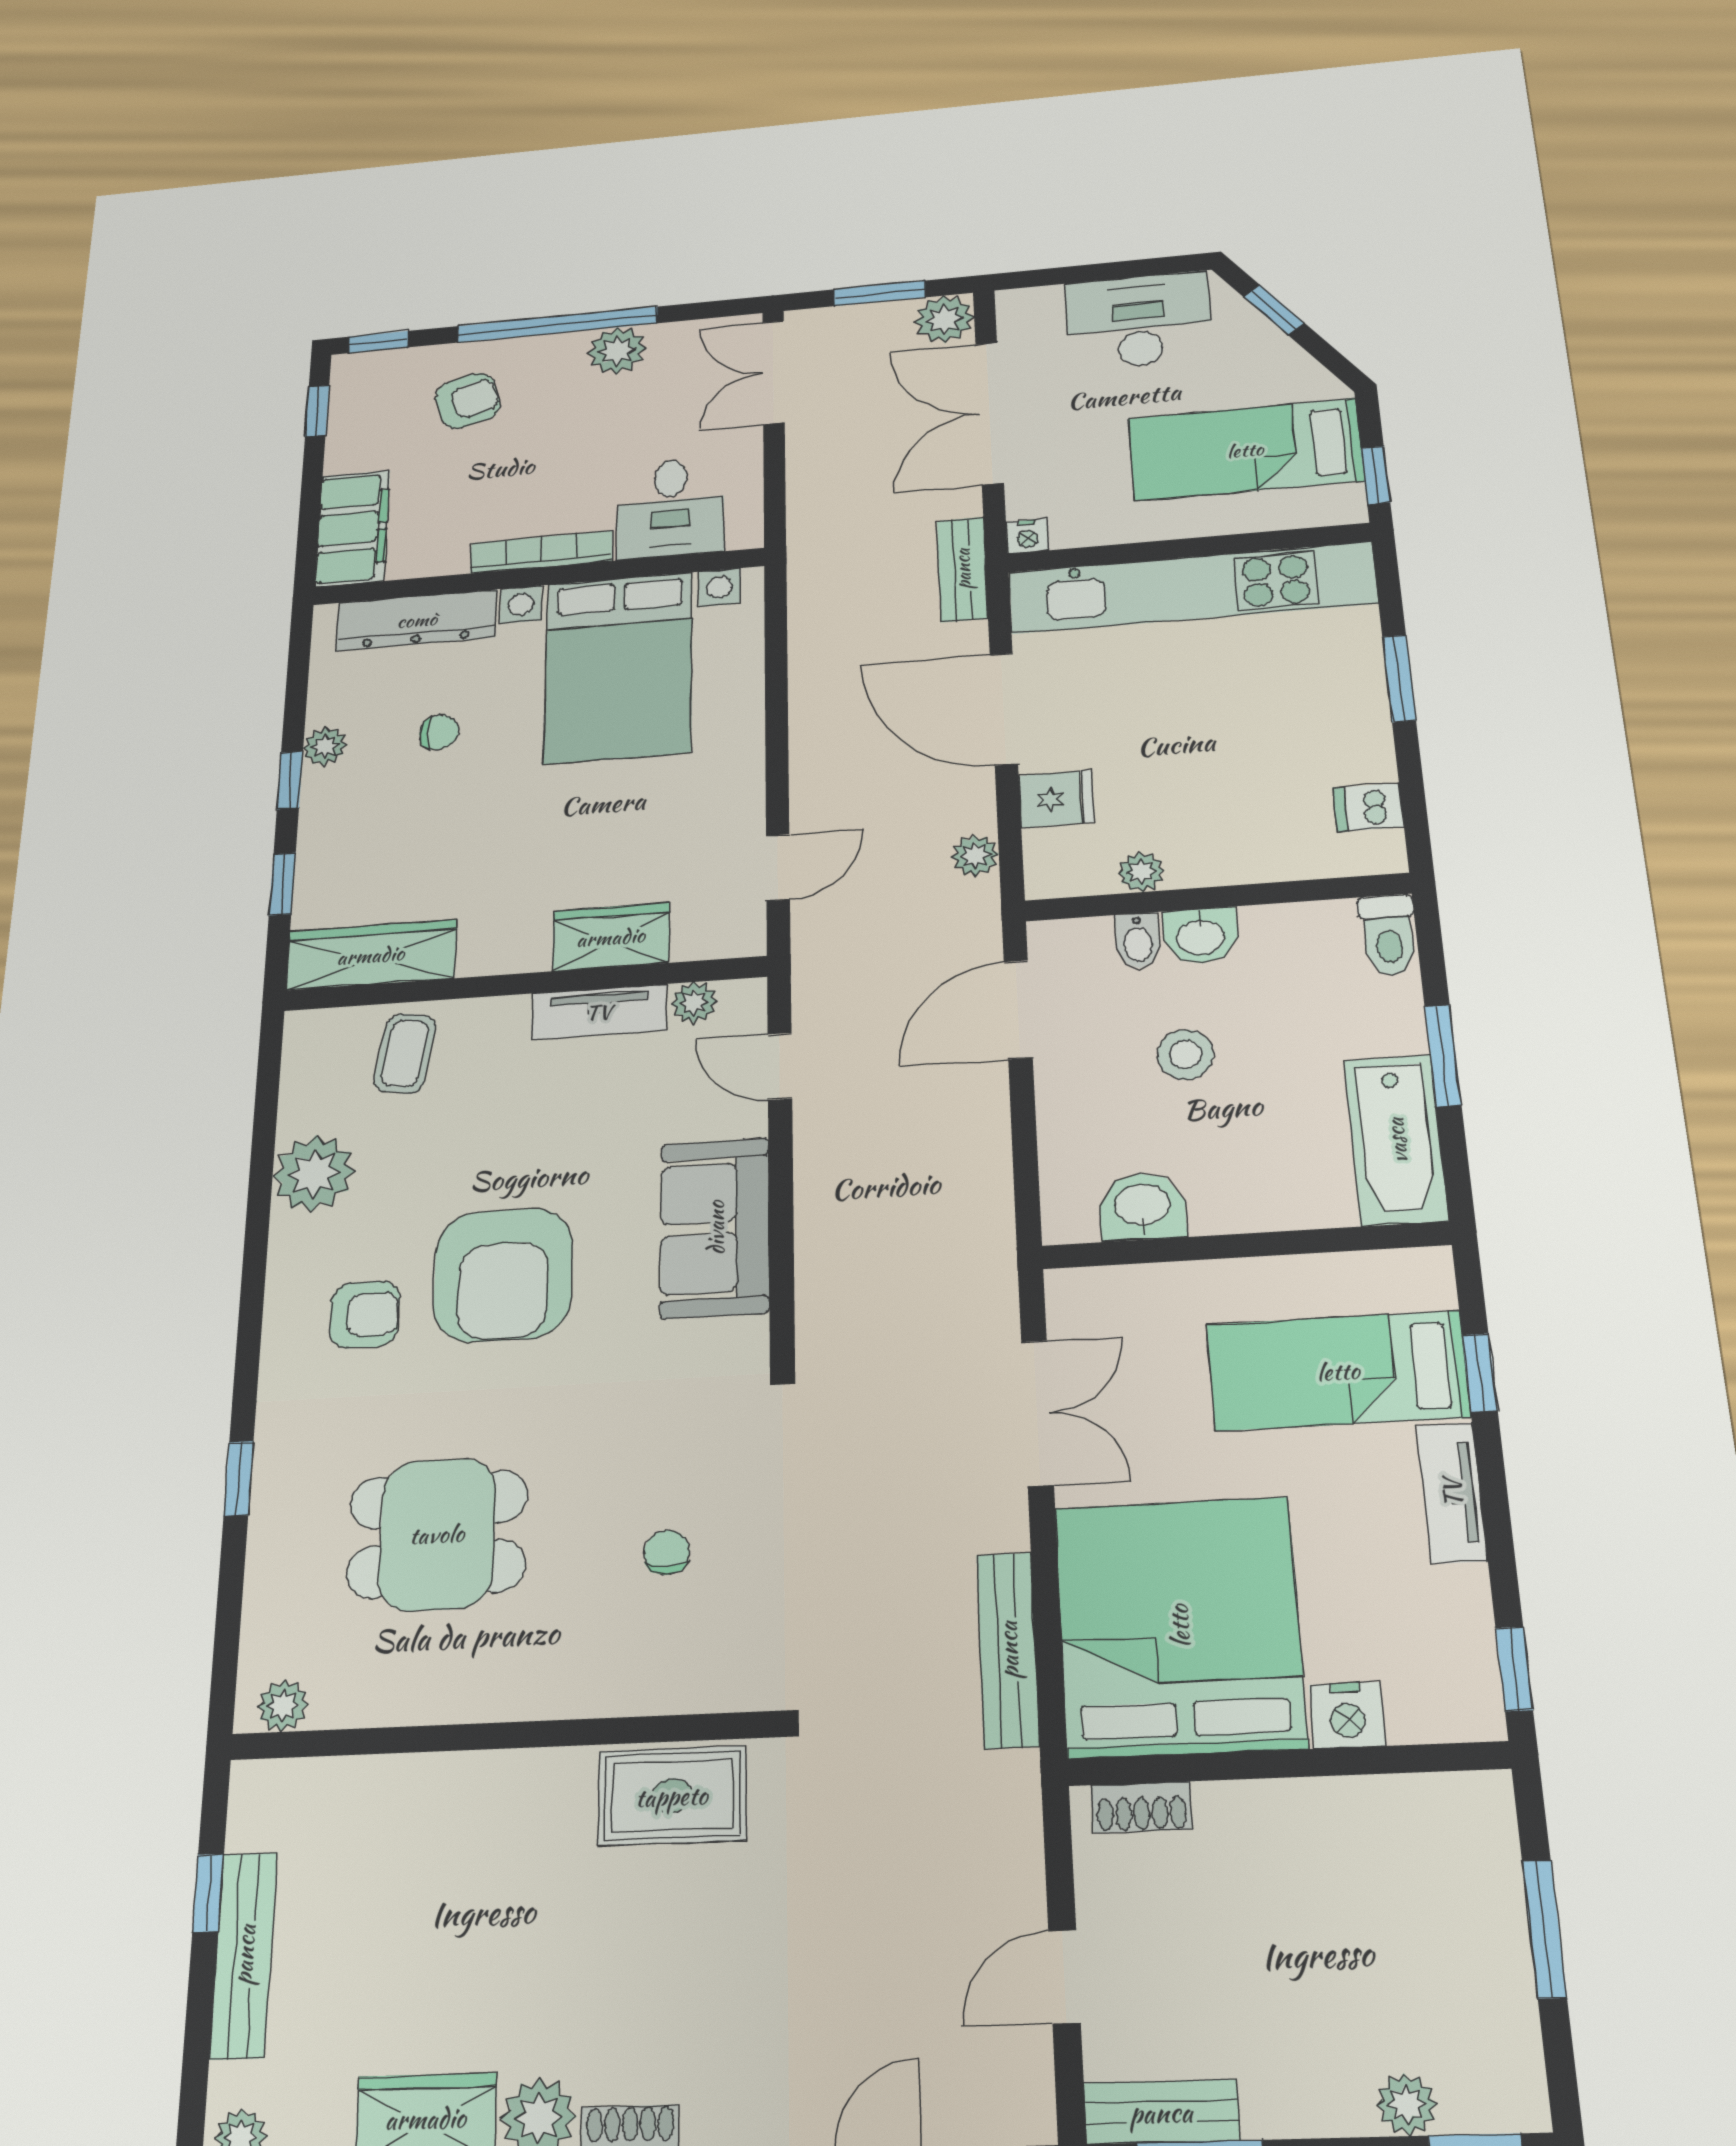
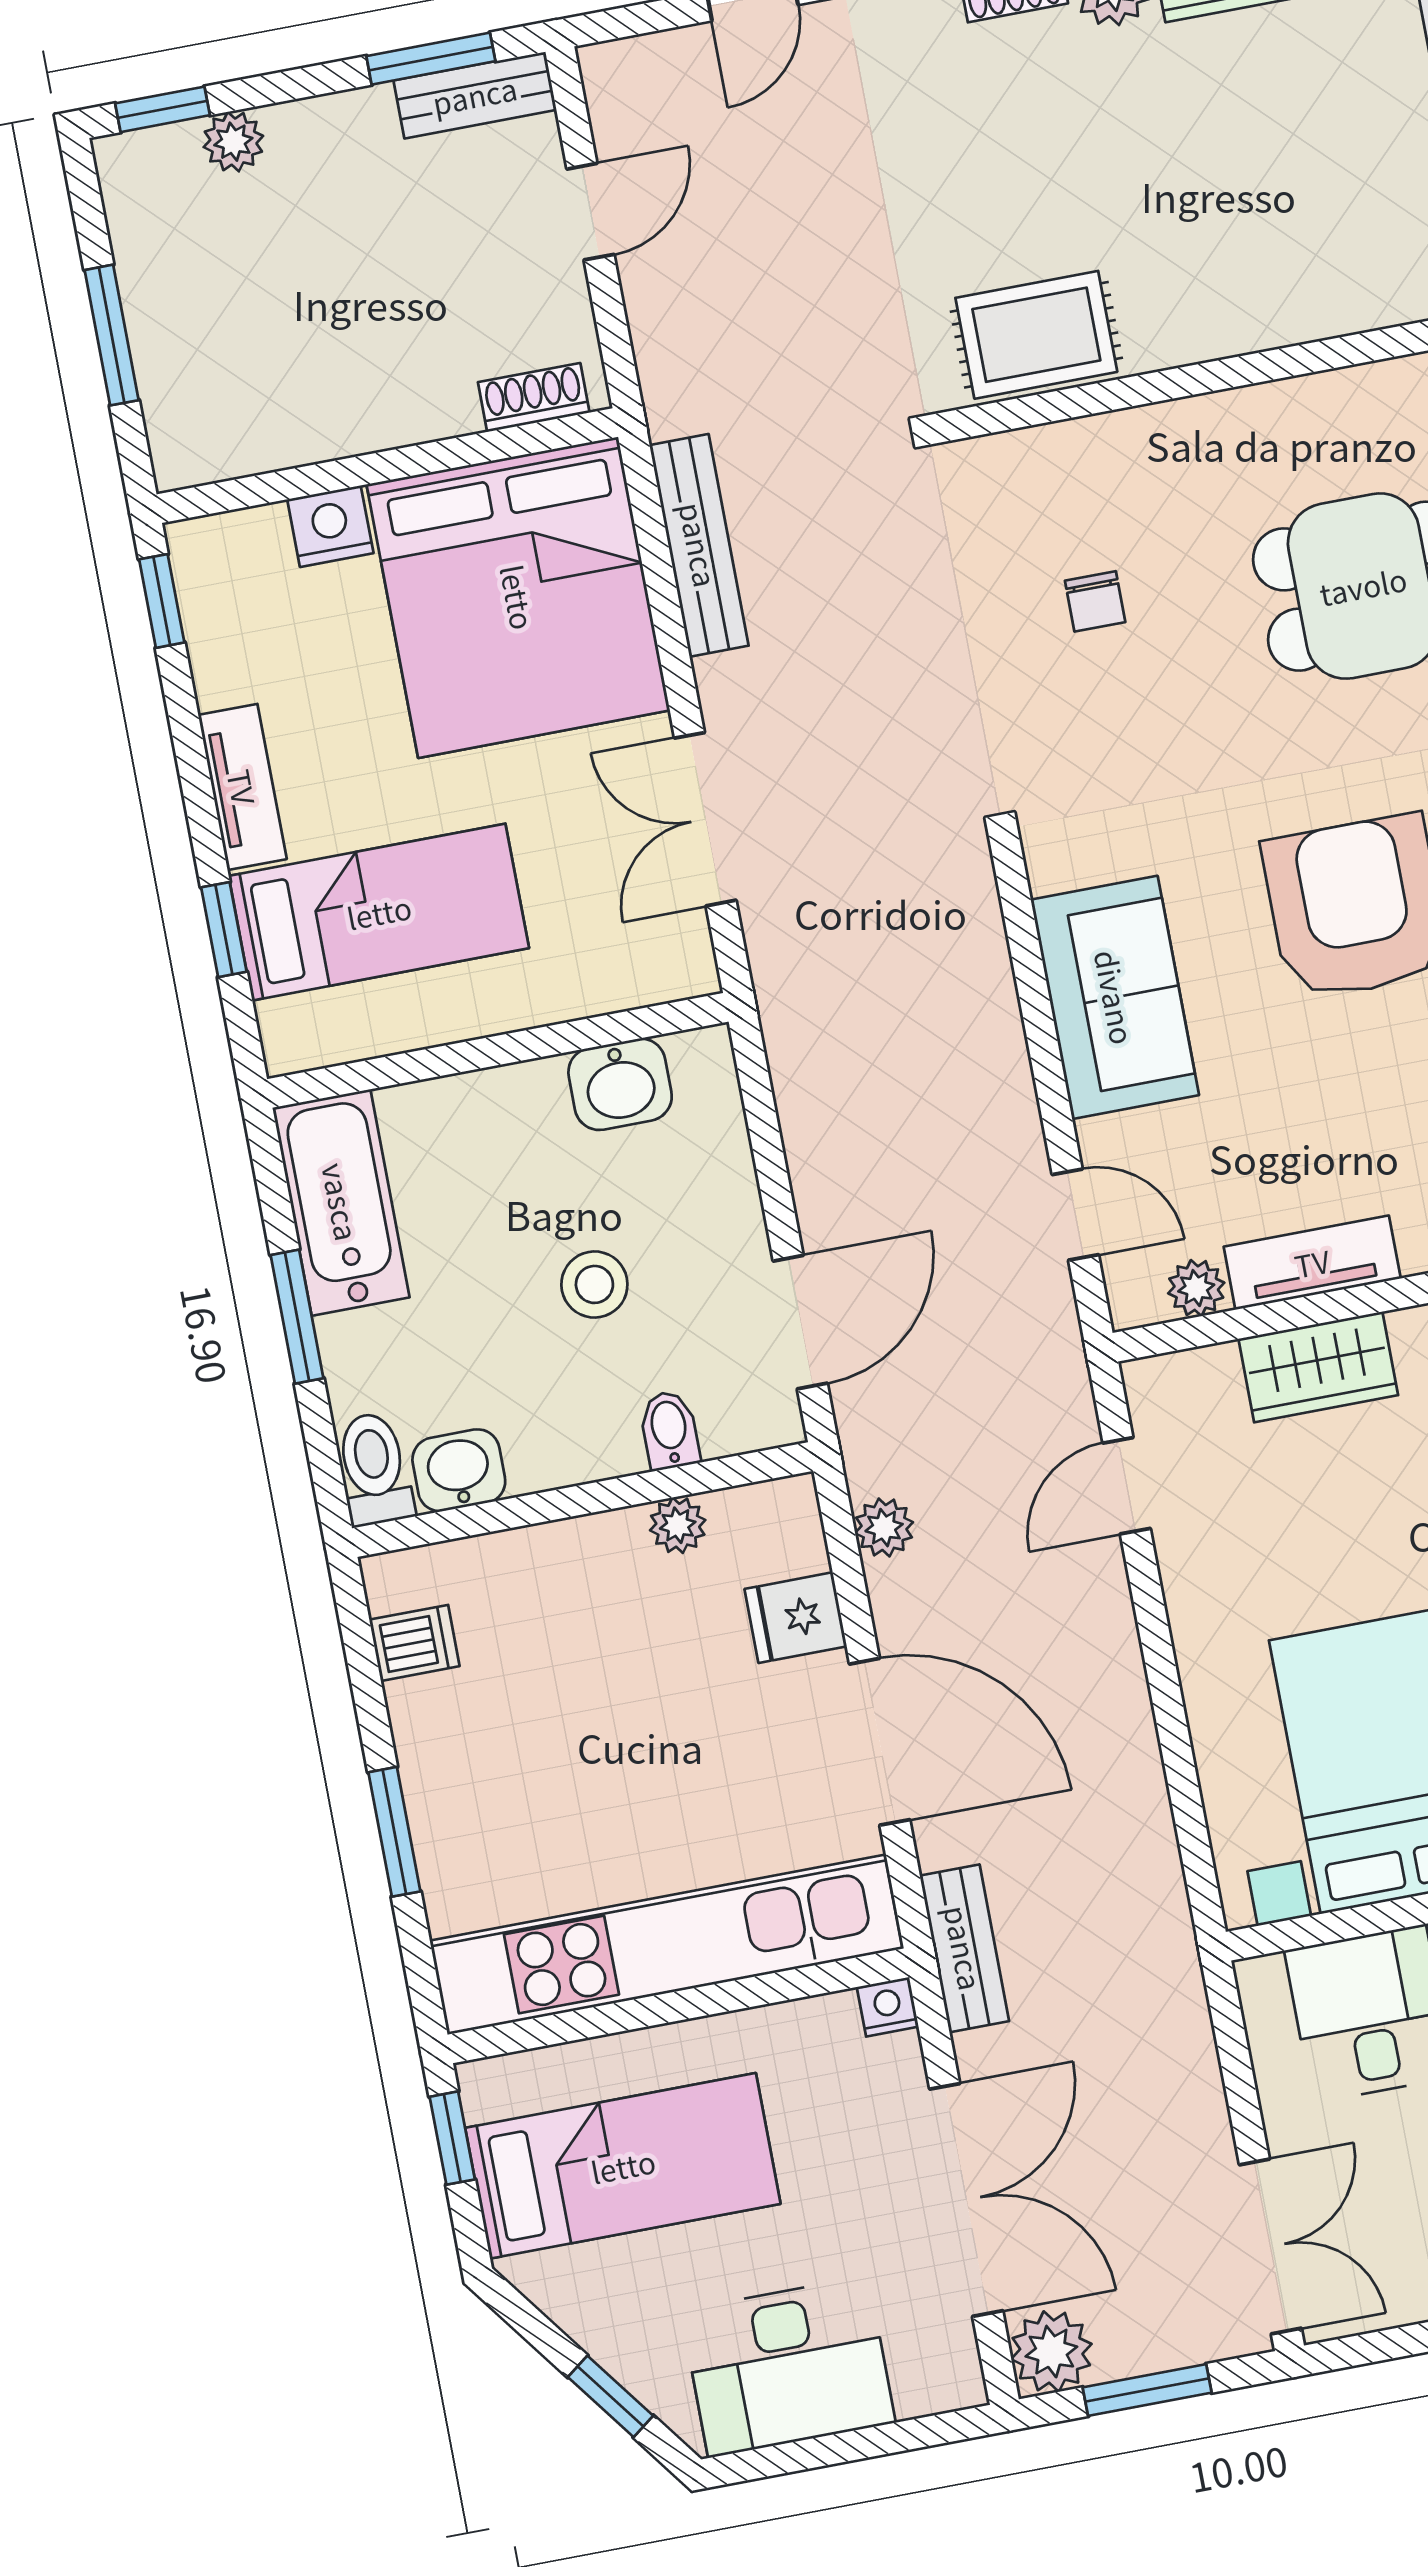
washbasin: (1201, 936) -> (459, 1470), moved

